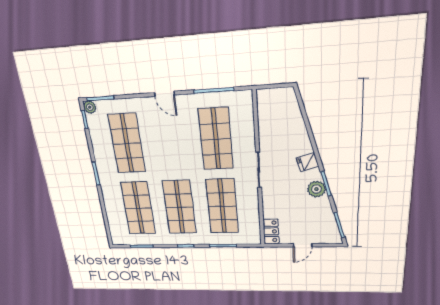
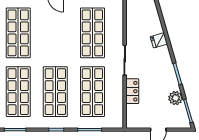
fridge: (308, 162) -> (159, 40), moved
plant: (316, 189) -> (176, 98), moved
locker: (271, 231) -> (132, 91), moved

